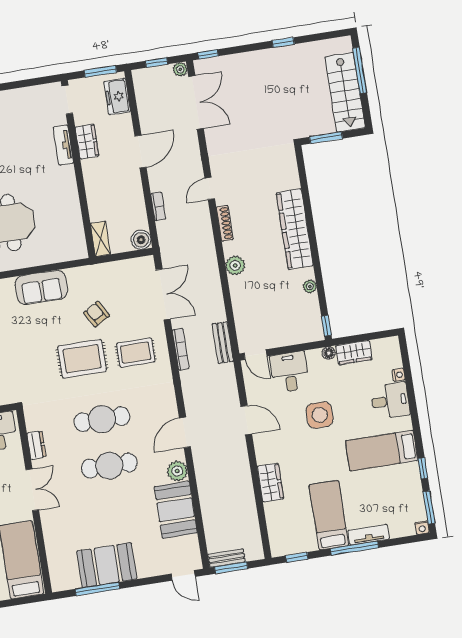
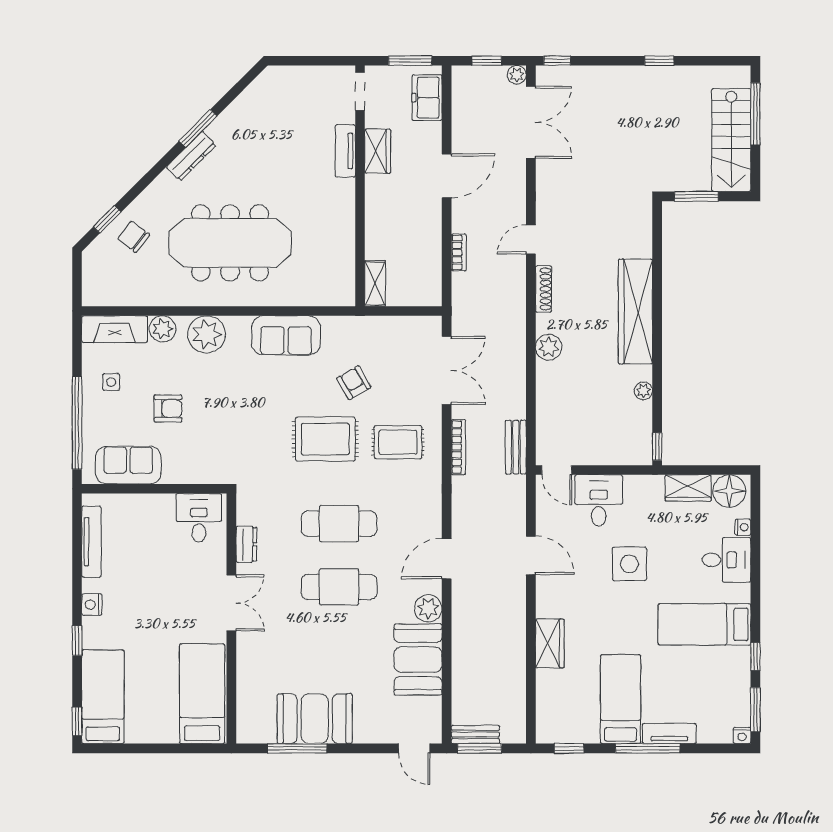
boiler: (141, 240) -> (429, 293), removed
floor lamp: (329, 353) -> (729, 491), moved, width x1.89, depth x1.89

